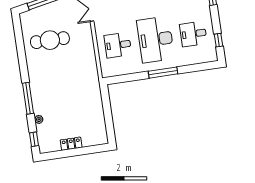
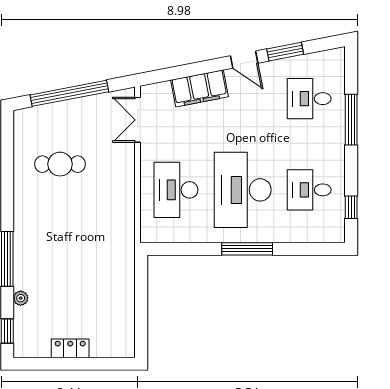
cafe table: (50, 40) -> (60, 164), width x0.73, depth x0.74
desk: (118, 45) -> (176, 190), width x1.37

